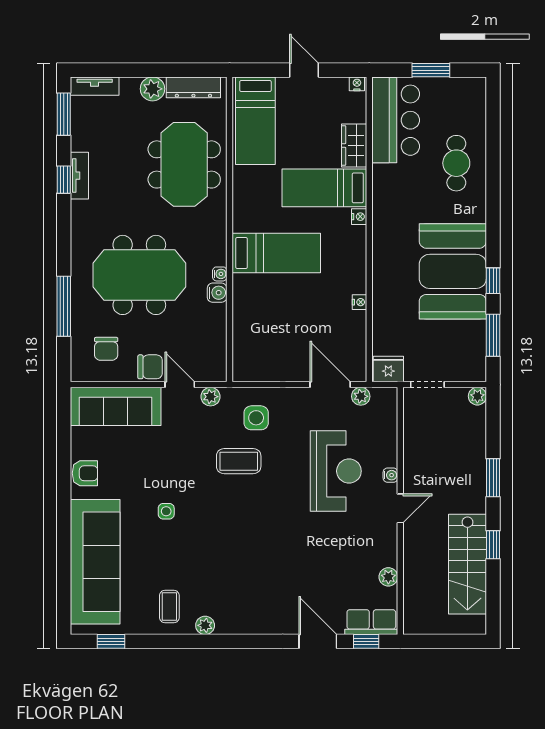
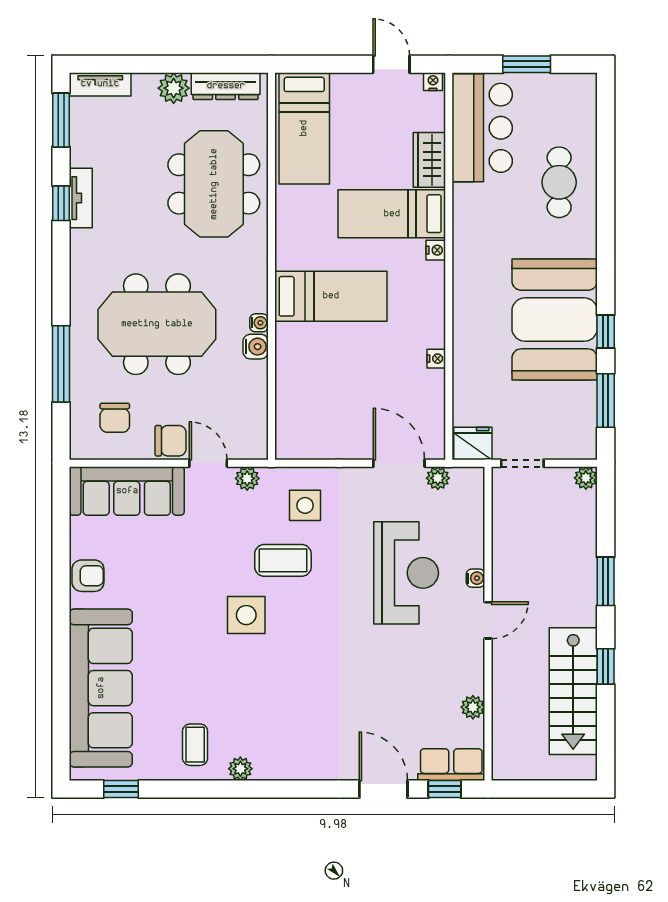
door: (304, 70) -> (391, 64), moved
side table: (166, 511) -> (246, 615), moved, width x1.87, depth x1.87

